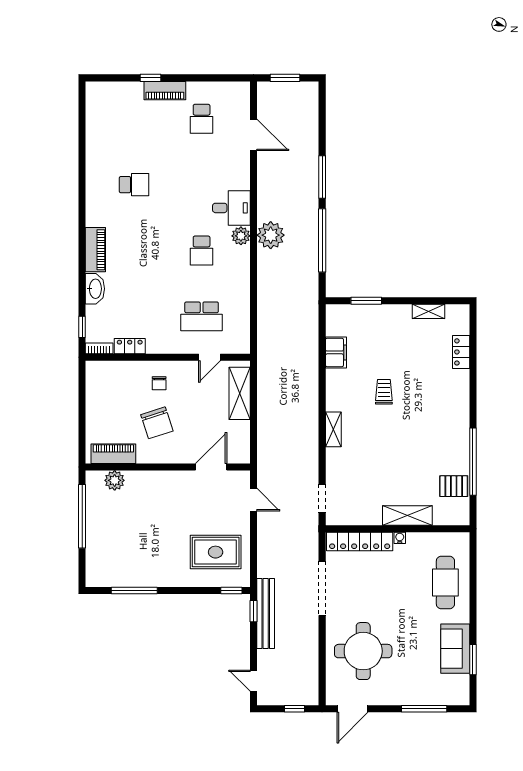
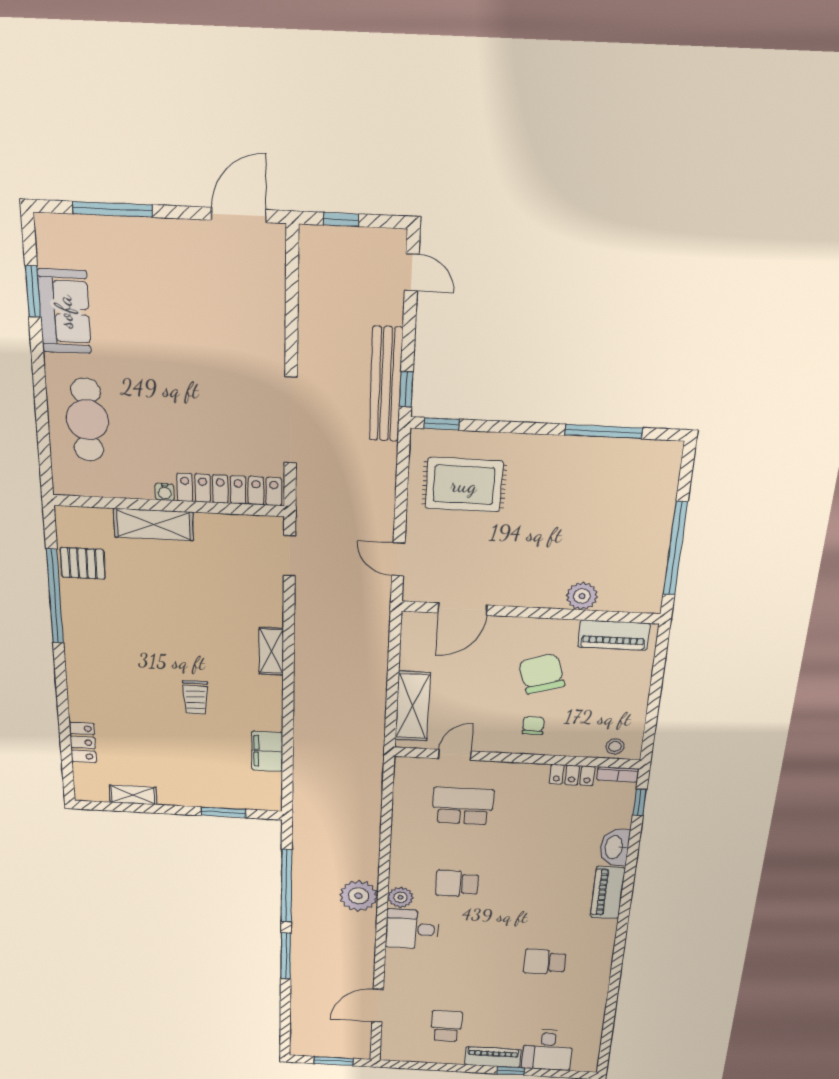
desk: (125, 101) -> (548, 1050), added
door: (253, 135) -> (378, 1006), hinge flipped
school desk: (202, 251) -> (457, 884), turned -90
stool: (104, 370) -> (615, 746), added
plant: (115, 480) -> (582, 596), moved
round table: (363, 651) -> (221, 315), removed

